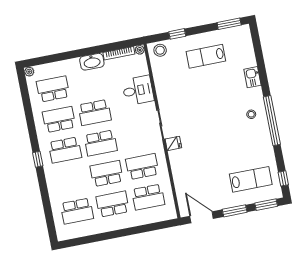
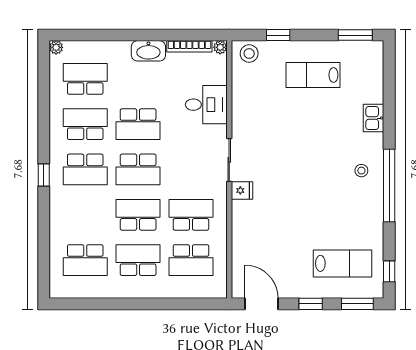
window: (235, 211) -> (311, 304), width x0.67

